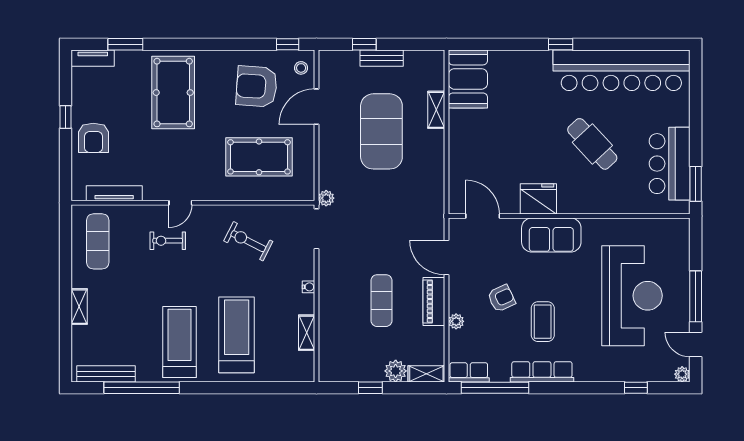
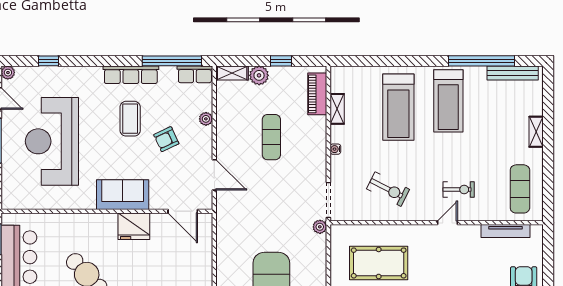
piano: (434, 301) -> (317, 94), moved, turned 180

